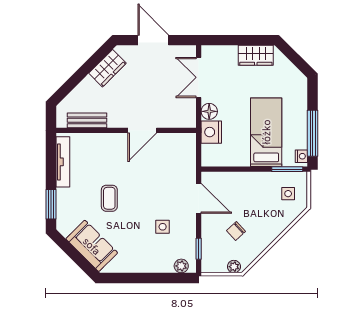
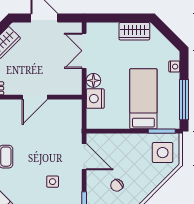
nightstand: (301, 156) -> (174, 67), moved
side table: (288, 194) -> (163, 153), width x1.87, depth x1.87

